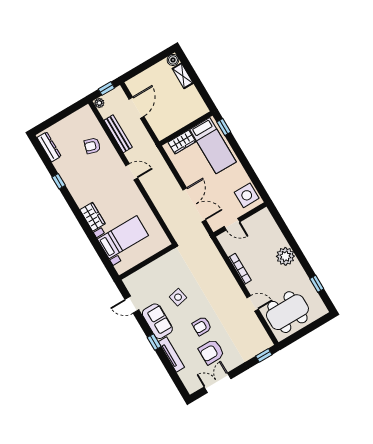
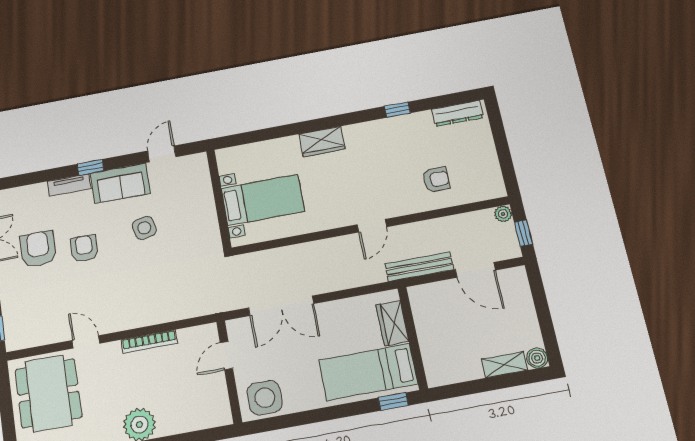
bench: (118, 134) -> (419, 267), moved
armchair: (92, 146) -> (436, 179), turned 73
bed with nightstands: (123, 237) -> (263, 200), moved, turned -90
door: (253, 303) -> (86, 342), swing flipped
tv unit: (171, 354) -> (69, 185), width x0.71

